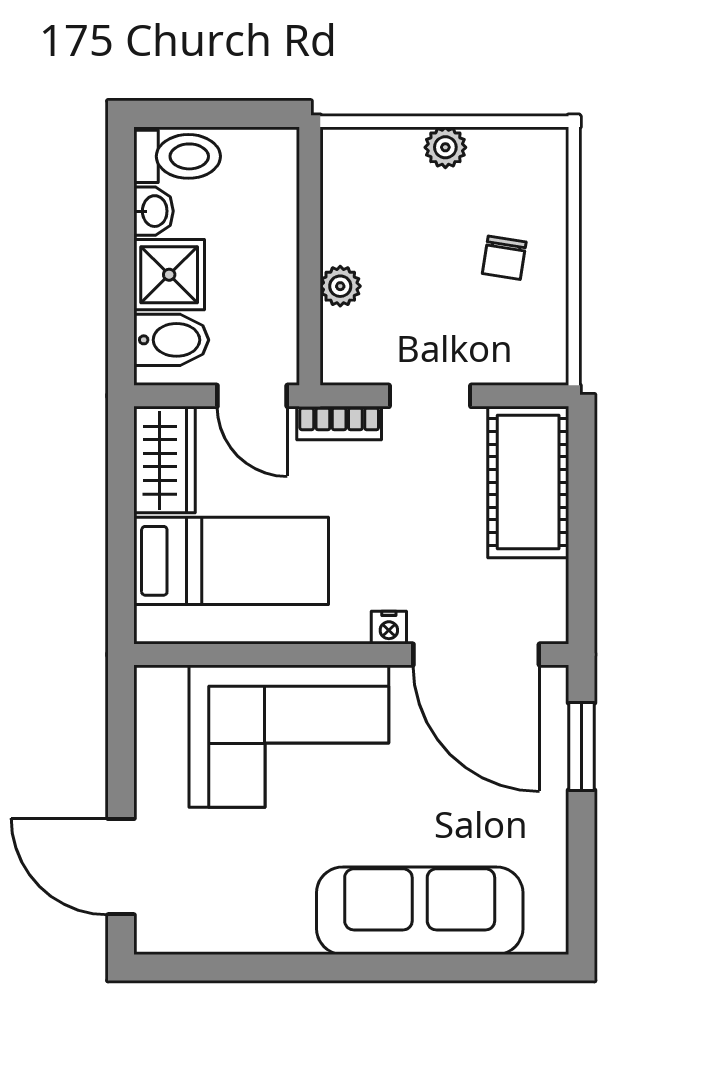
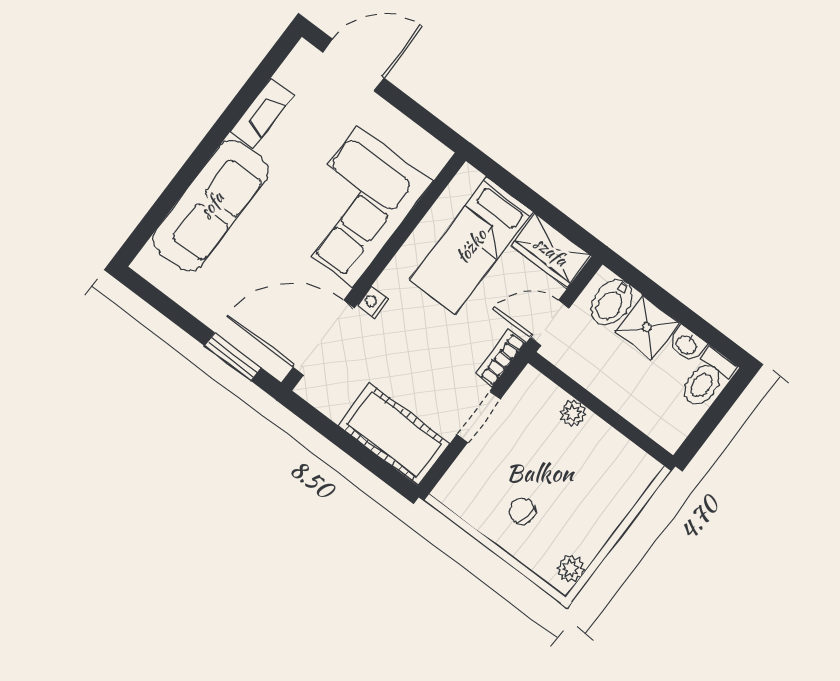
plant: (445, 147) -> (571, 568), moved
fireplace: (262, 933) -> (262, 113), added

